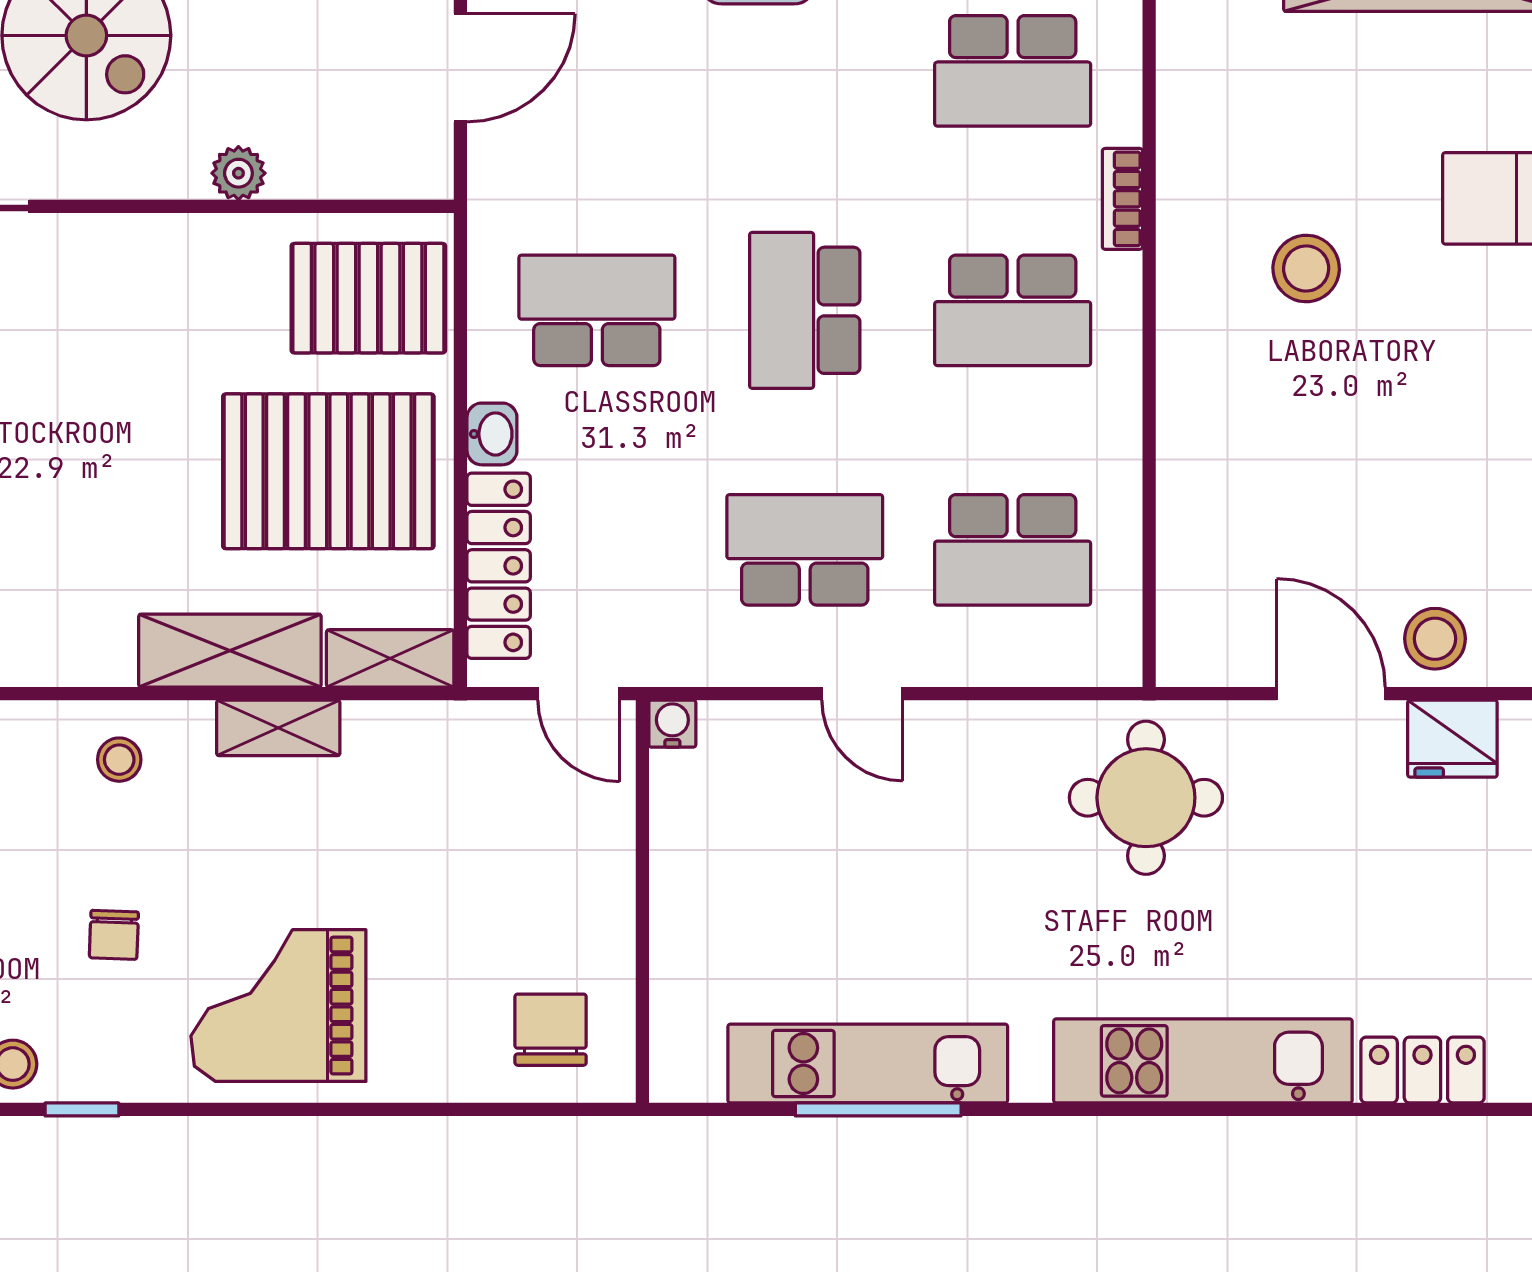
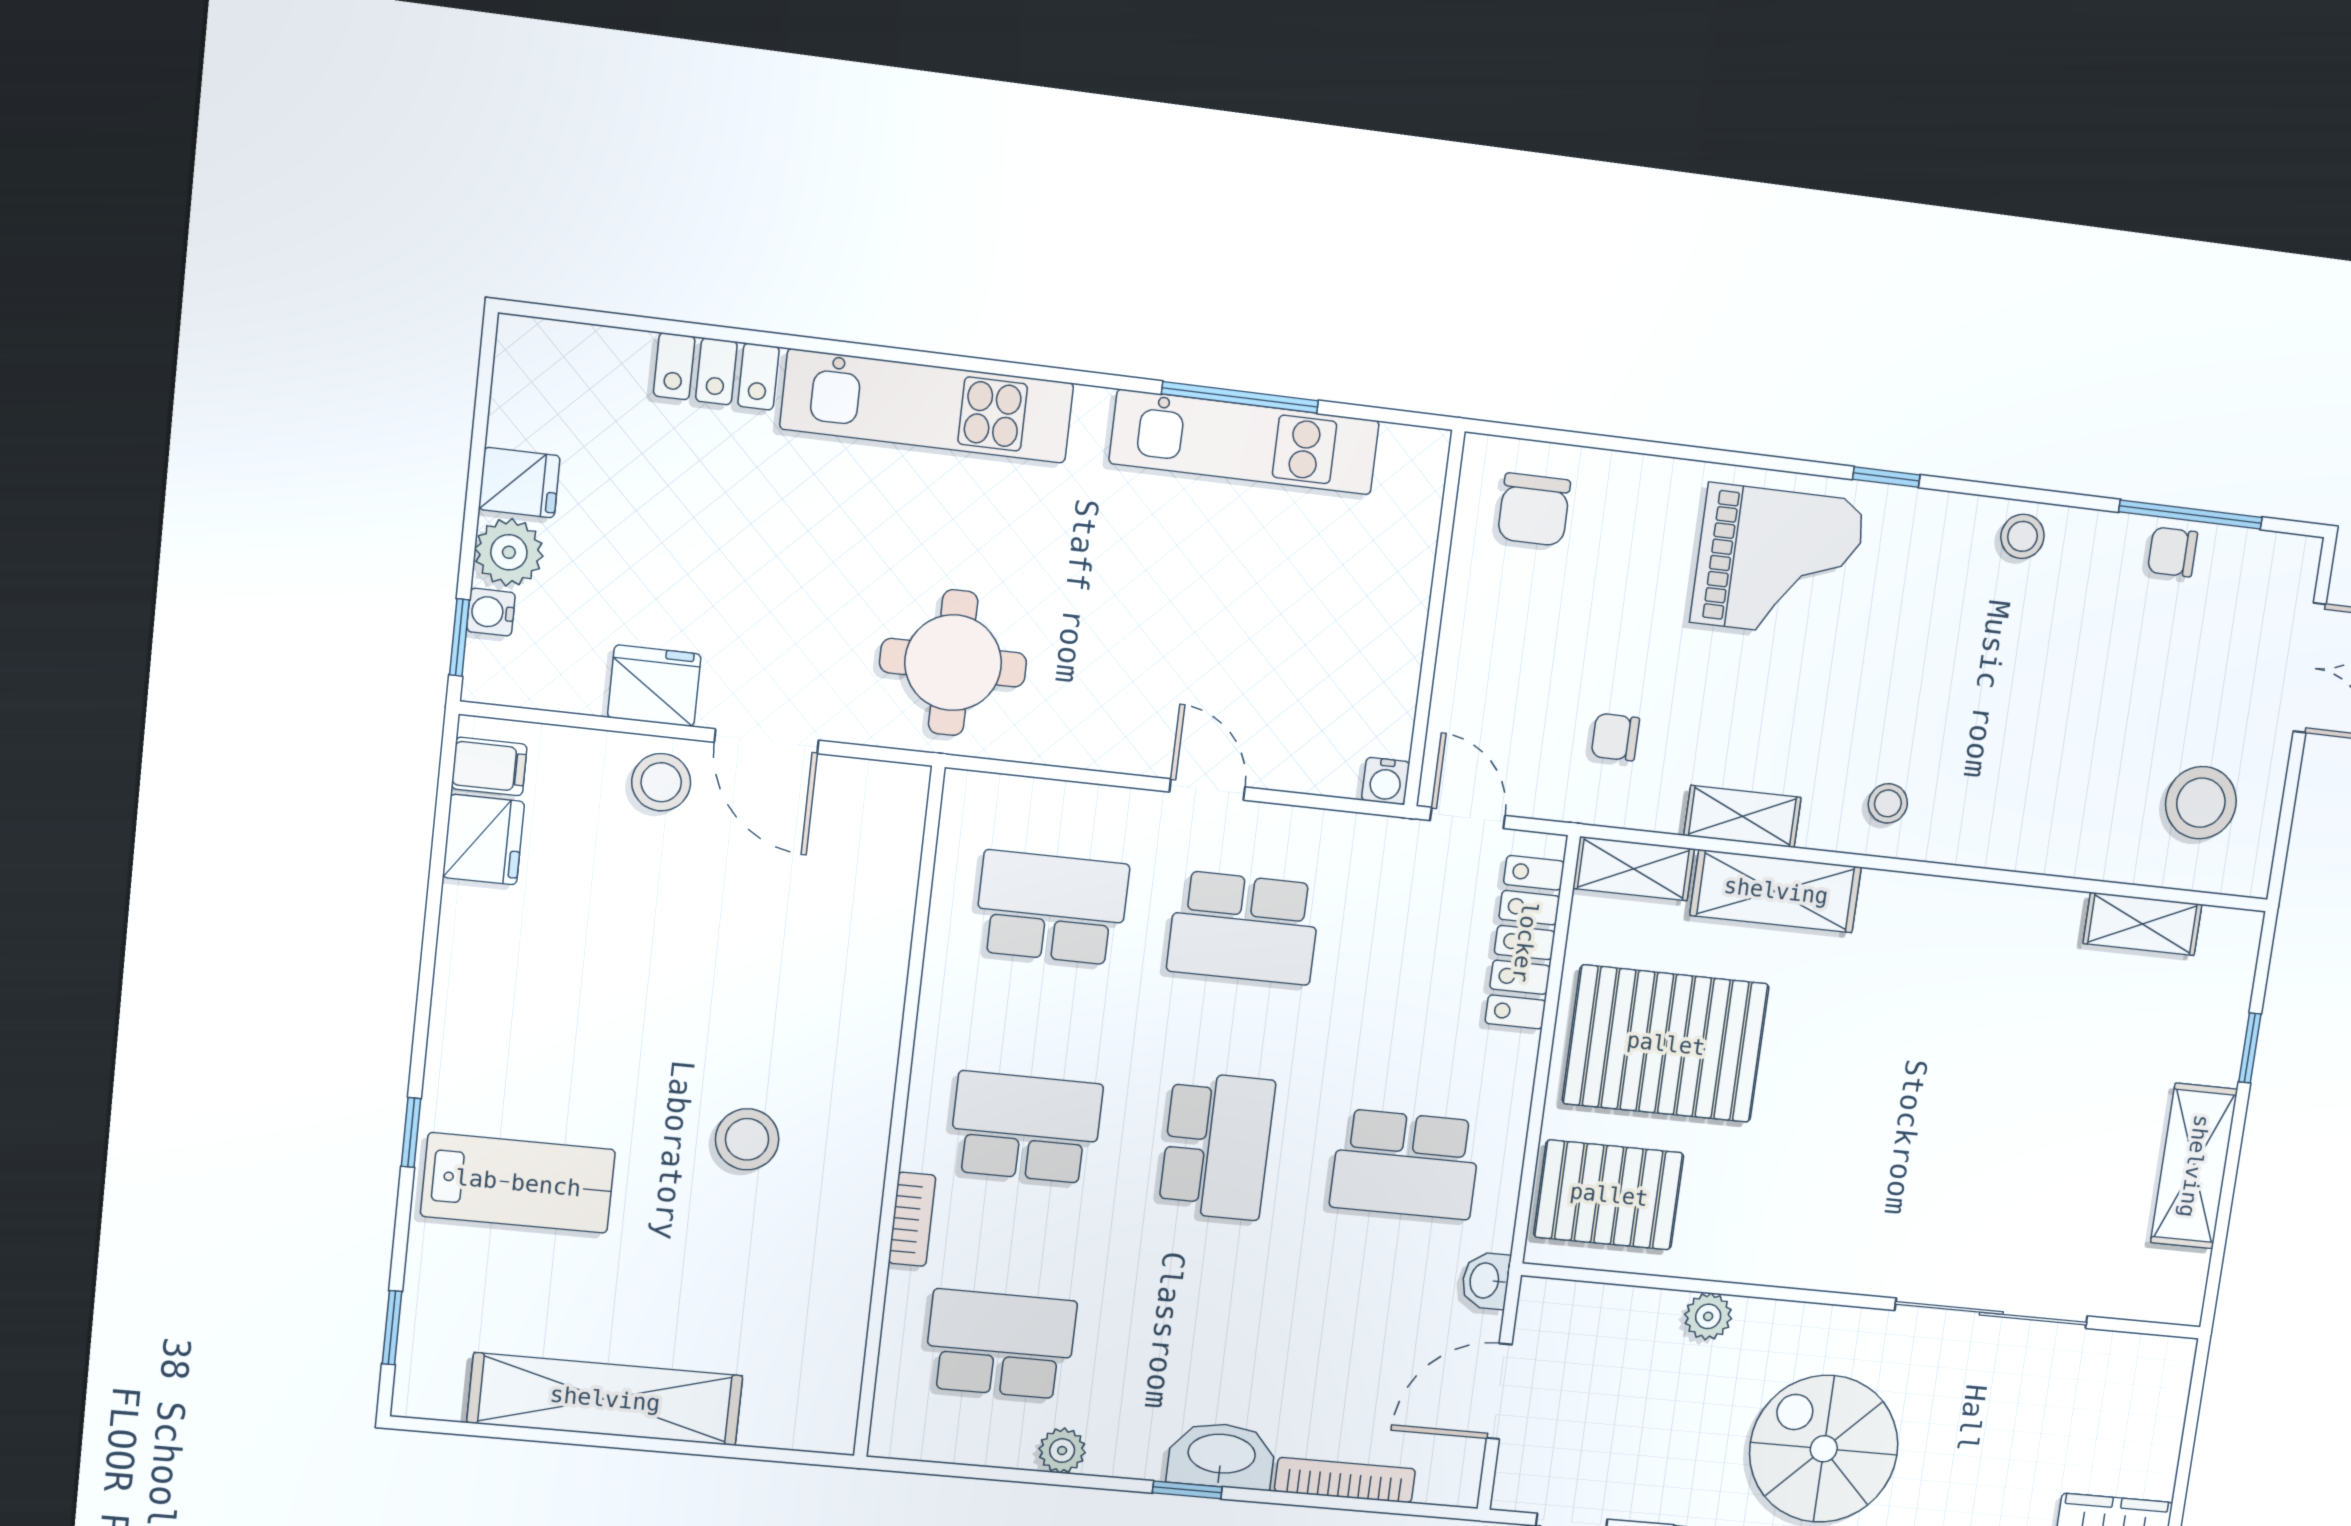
washbasin: (492, 434) -> (1486, 1281), moved
chair: (114, 935) -> (1615, 737), moved, turned -92
window: (82, 1109) -> (1886, 477), moved

